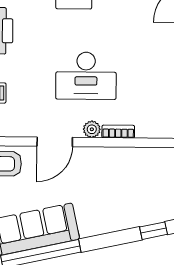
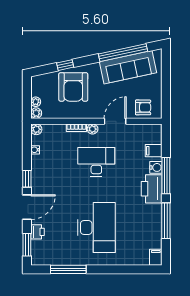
armchair: (123, 198) -> (73, 87), added
window: (154, 231) -> (65, 65), moved

